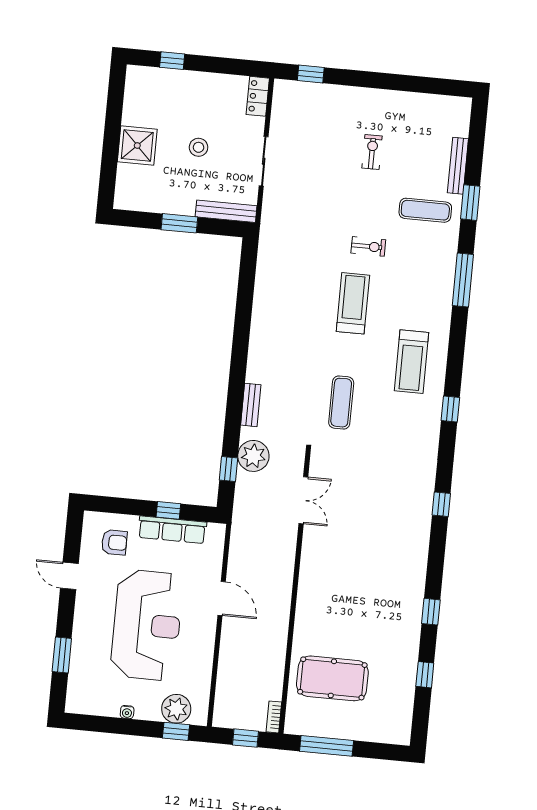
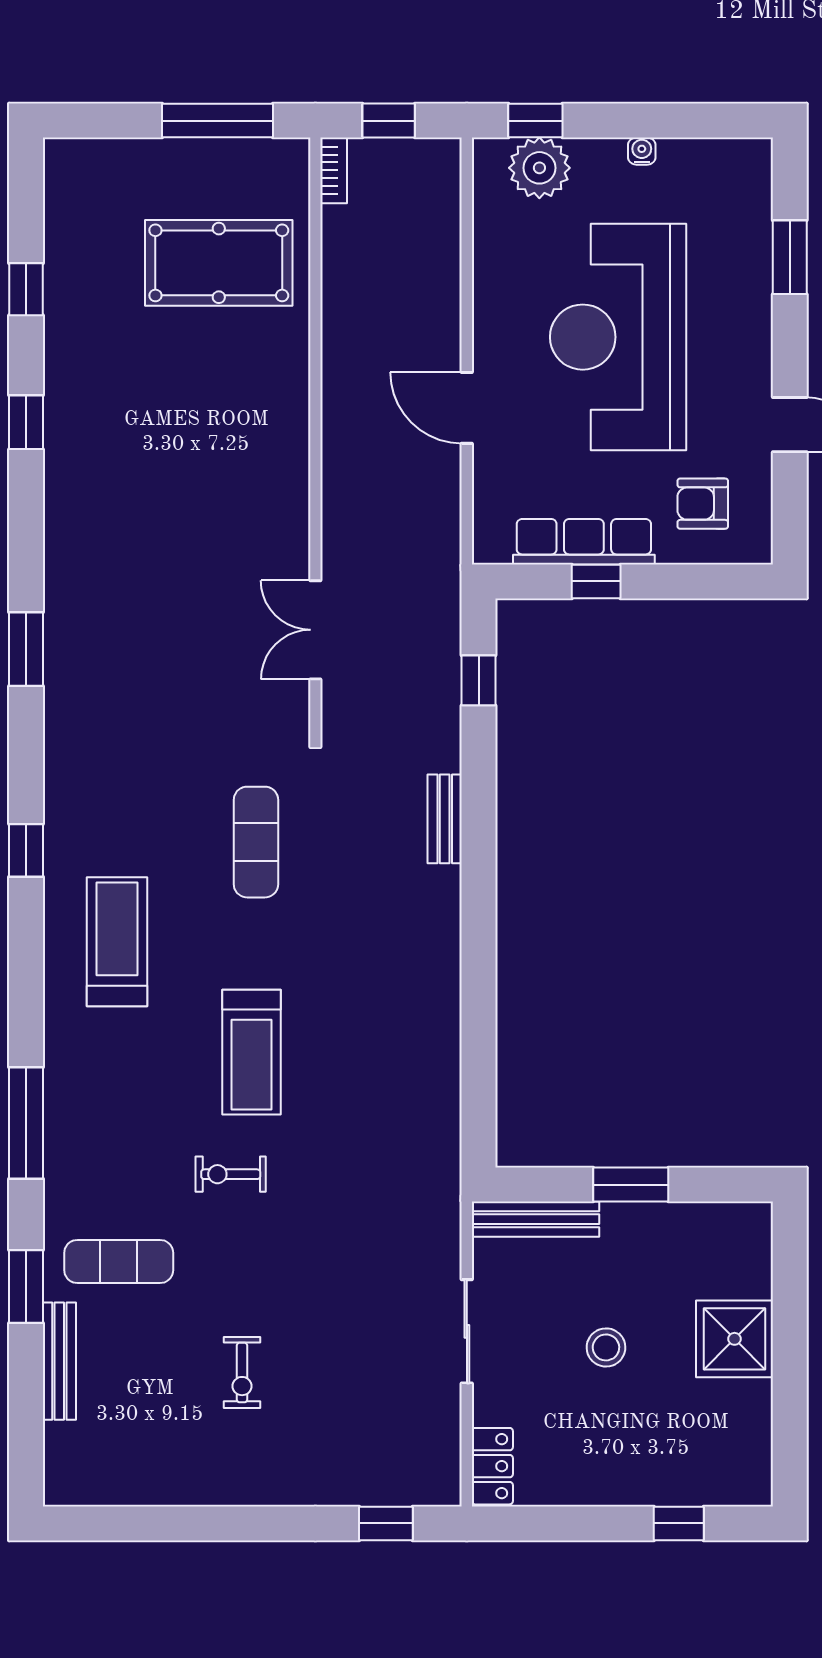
plant: (253, 456) -> (429, 713), removed
window: (441, 504) -> (26, 649), width x1.50

